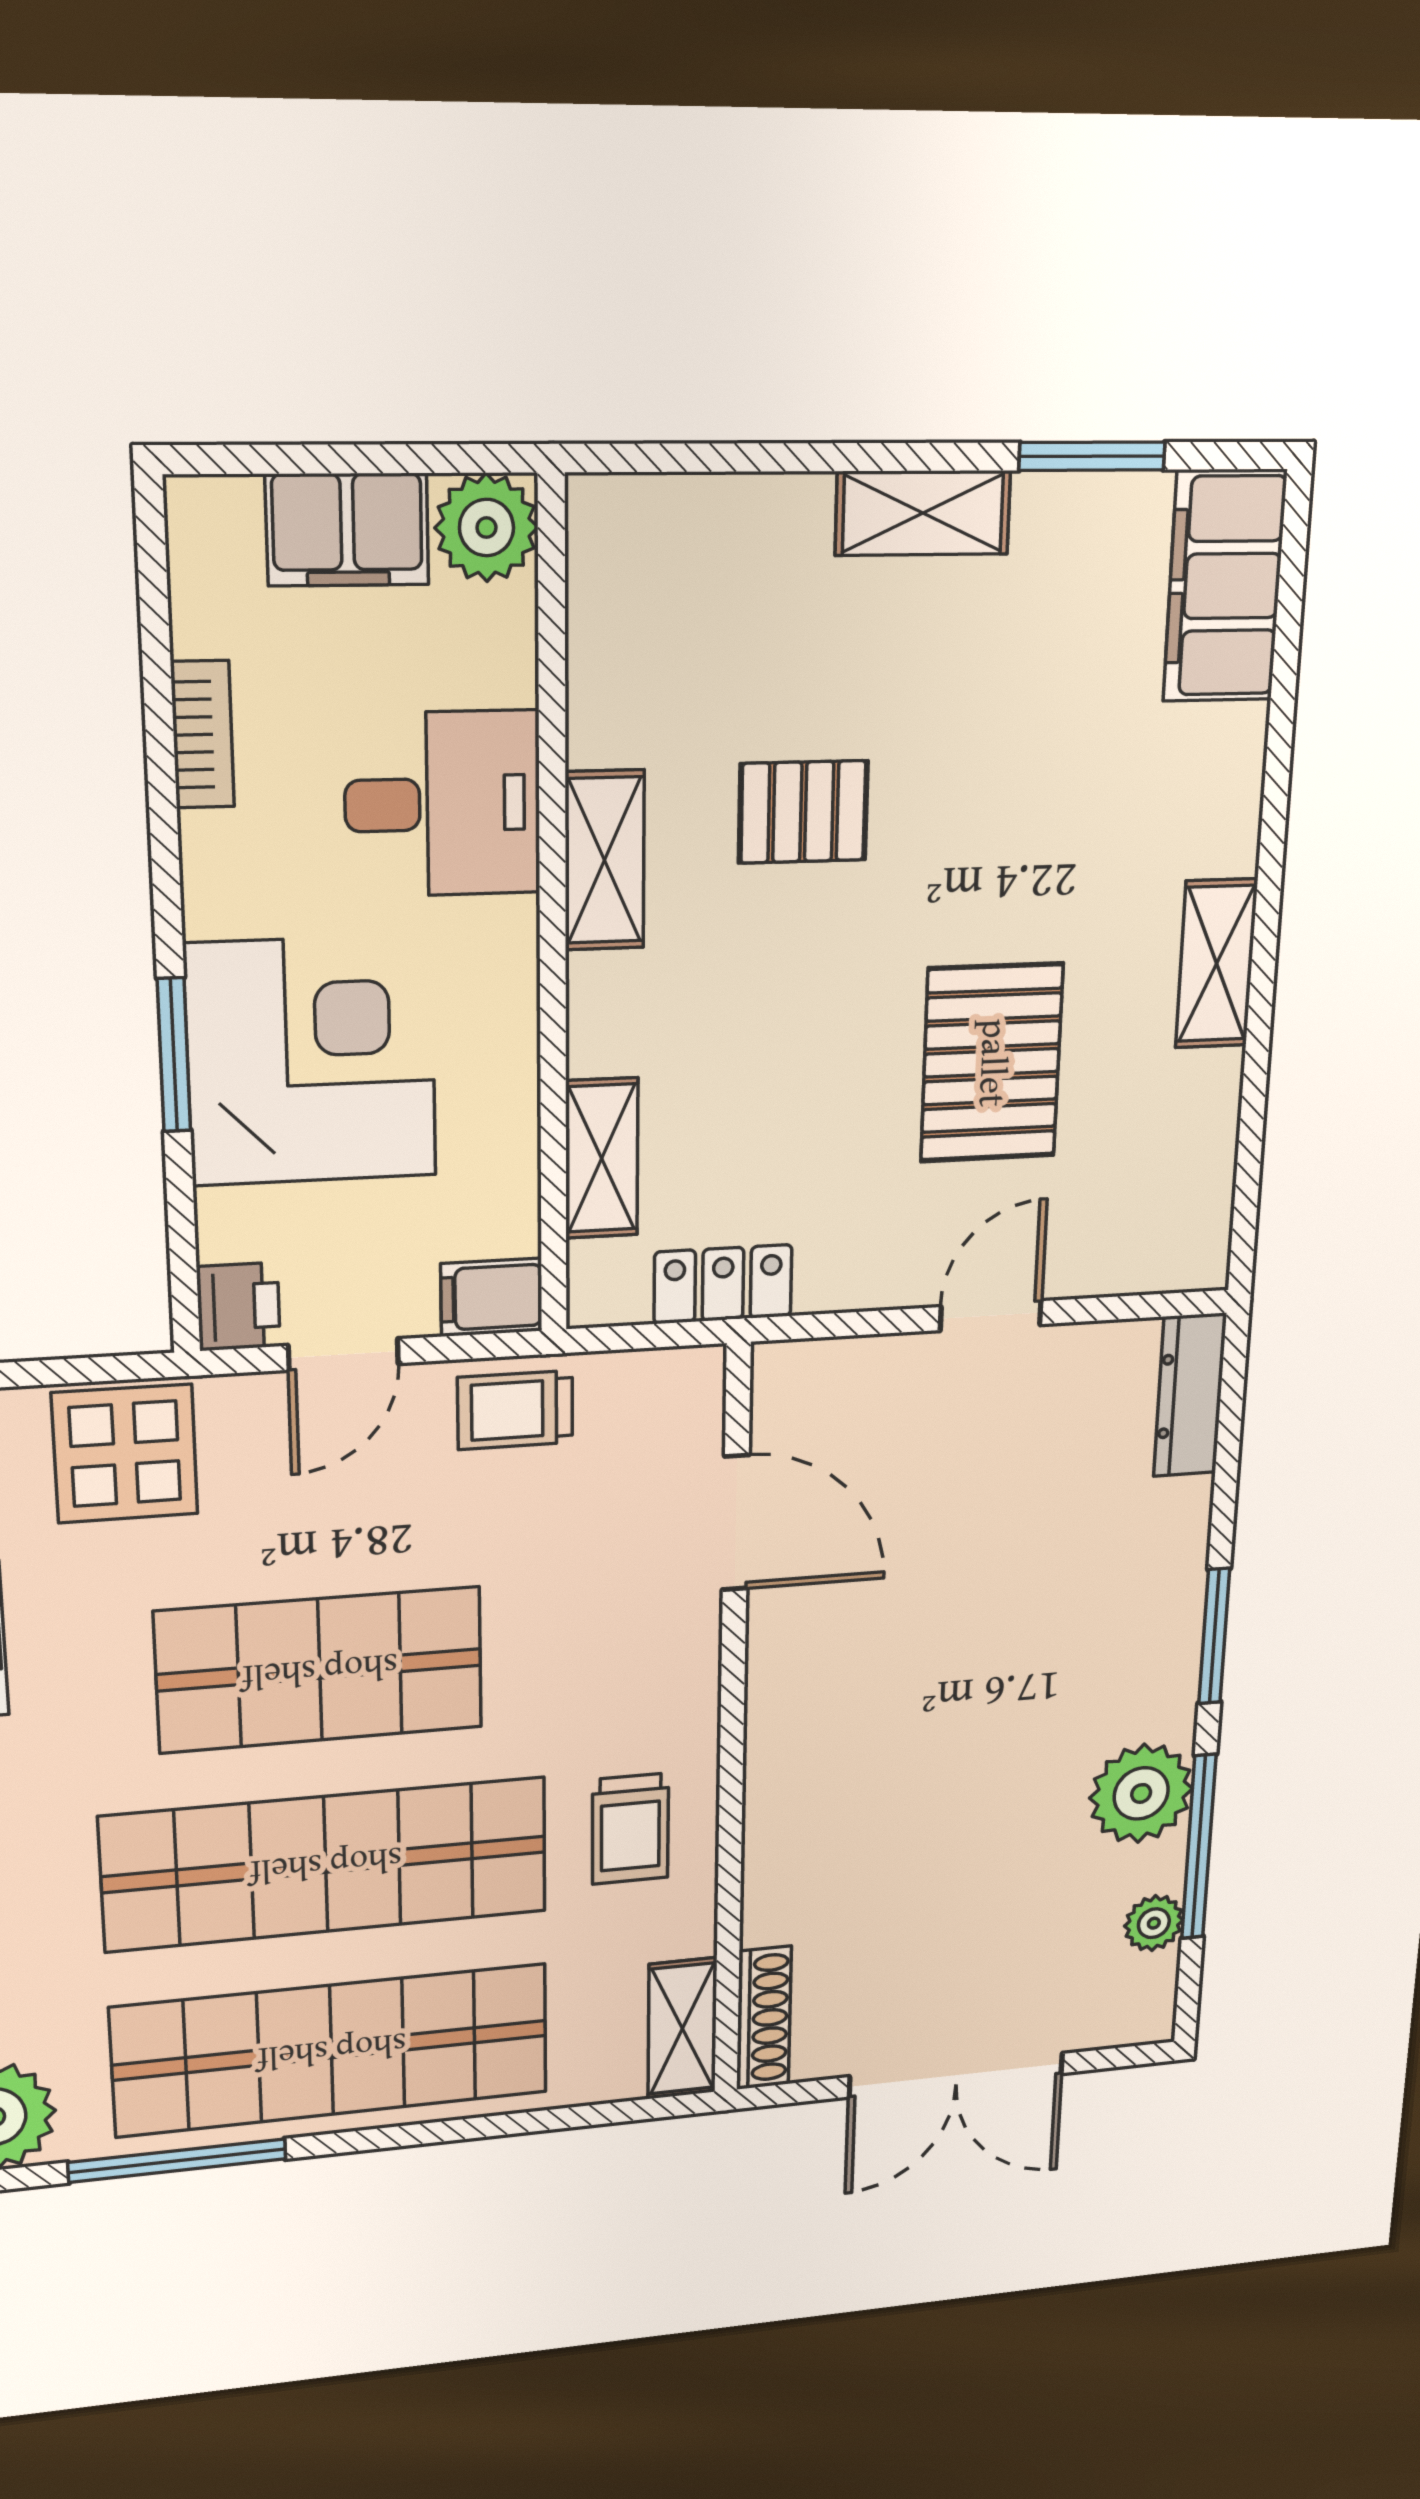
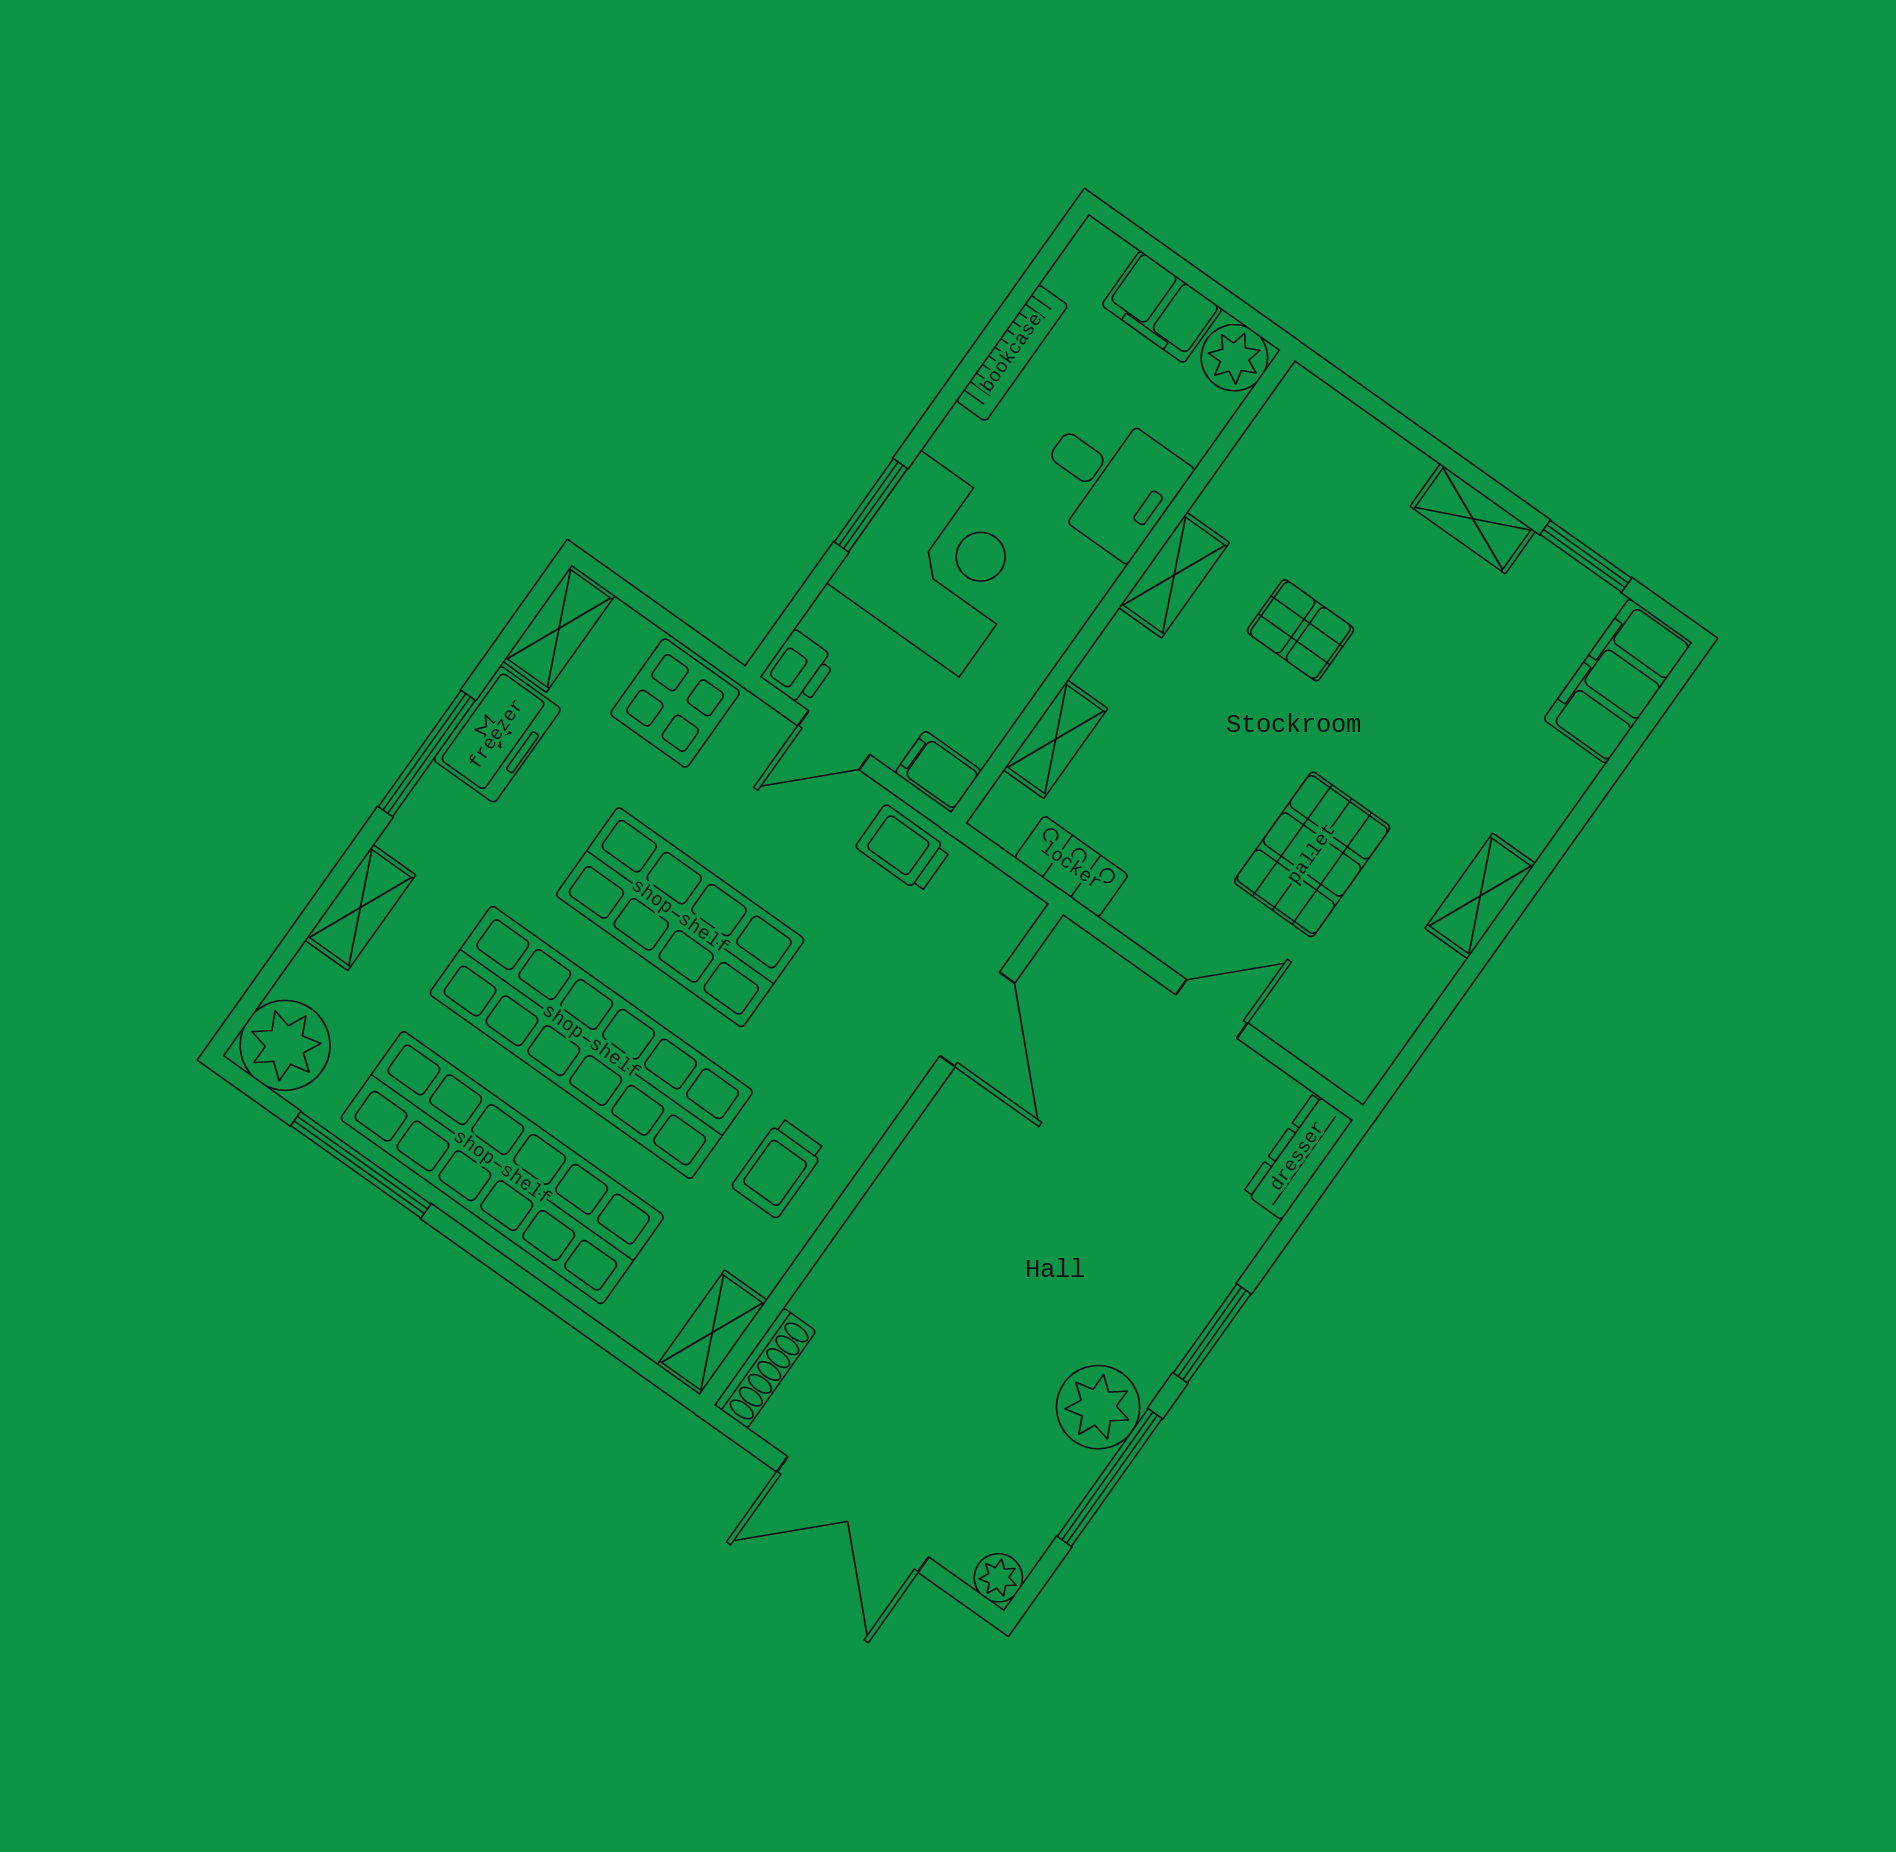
bookcase: (202, 734) -> (1012, 353), width x1.56
plant: (1154, 1923) -> (998, 1578), moved

